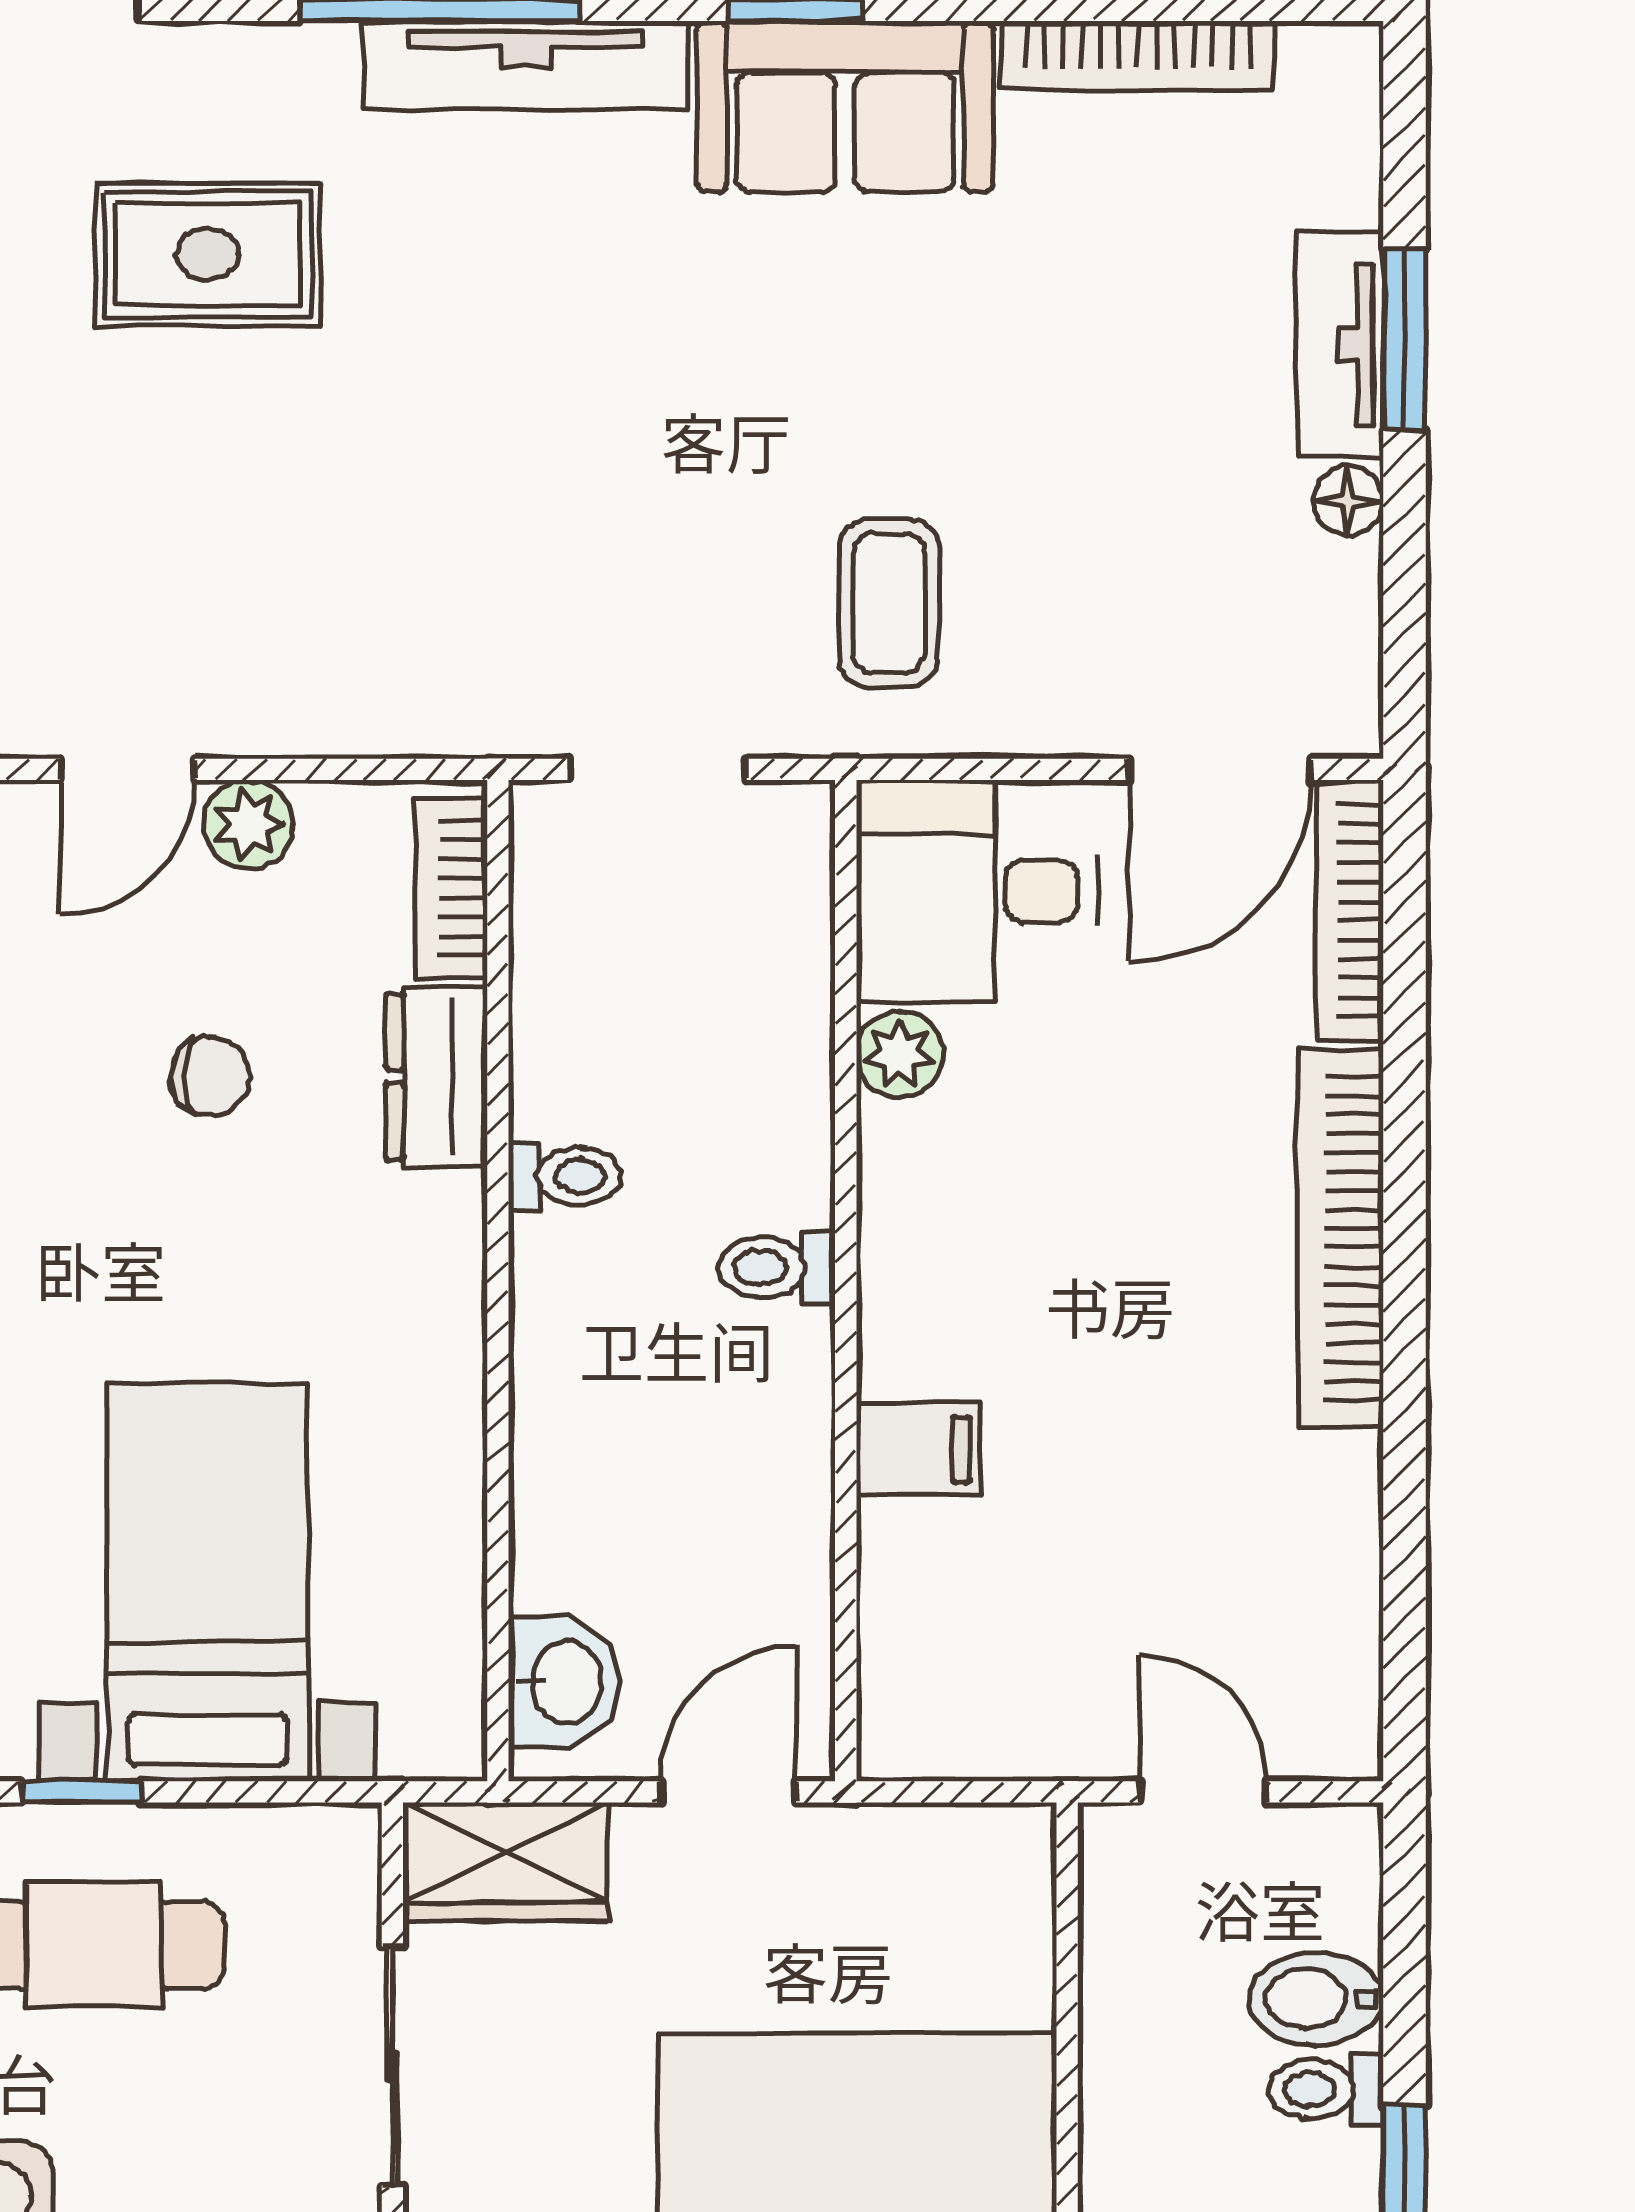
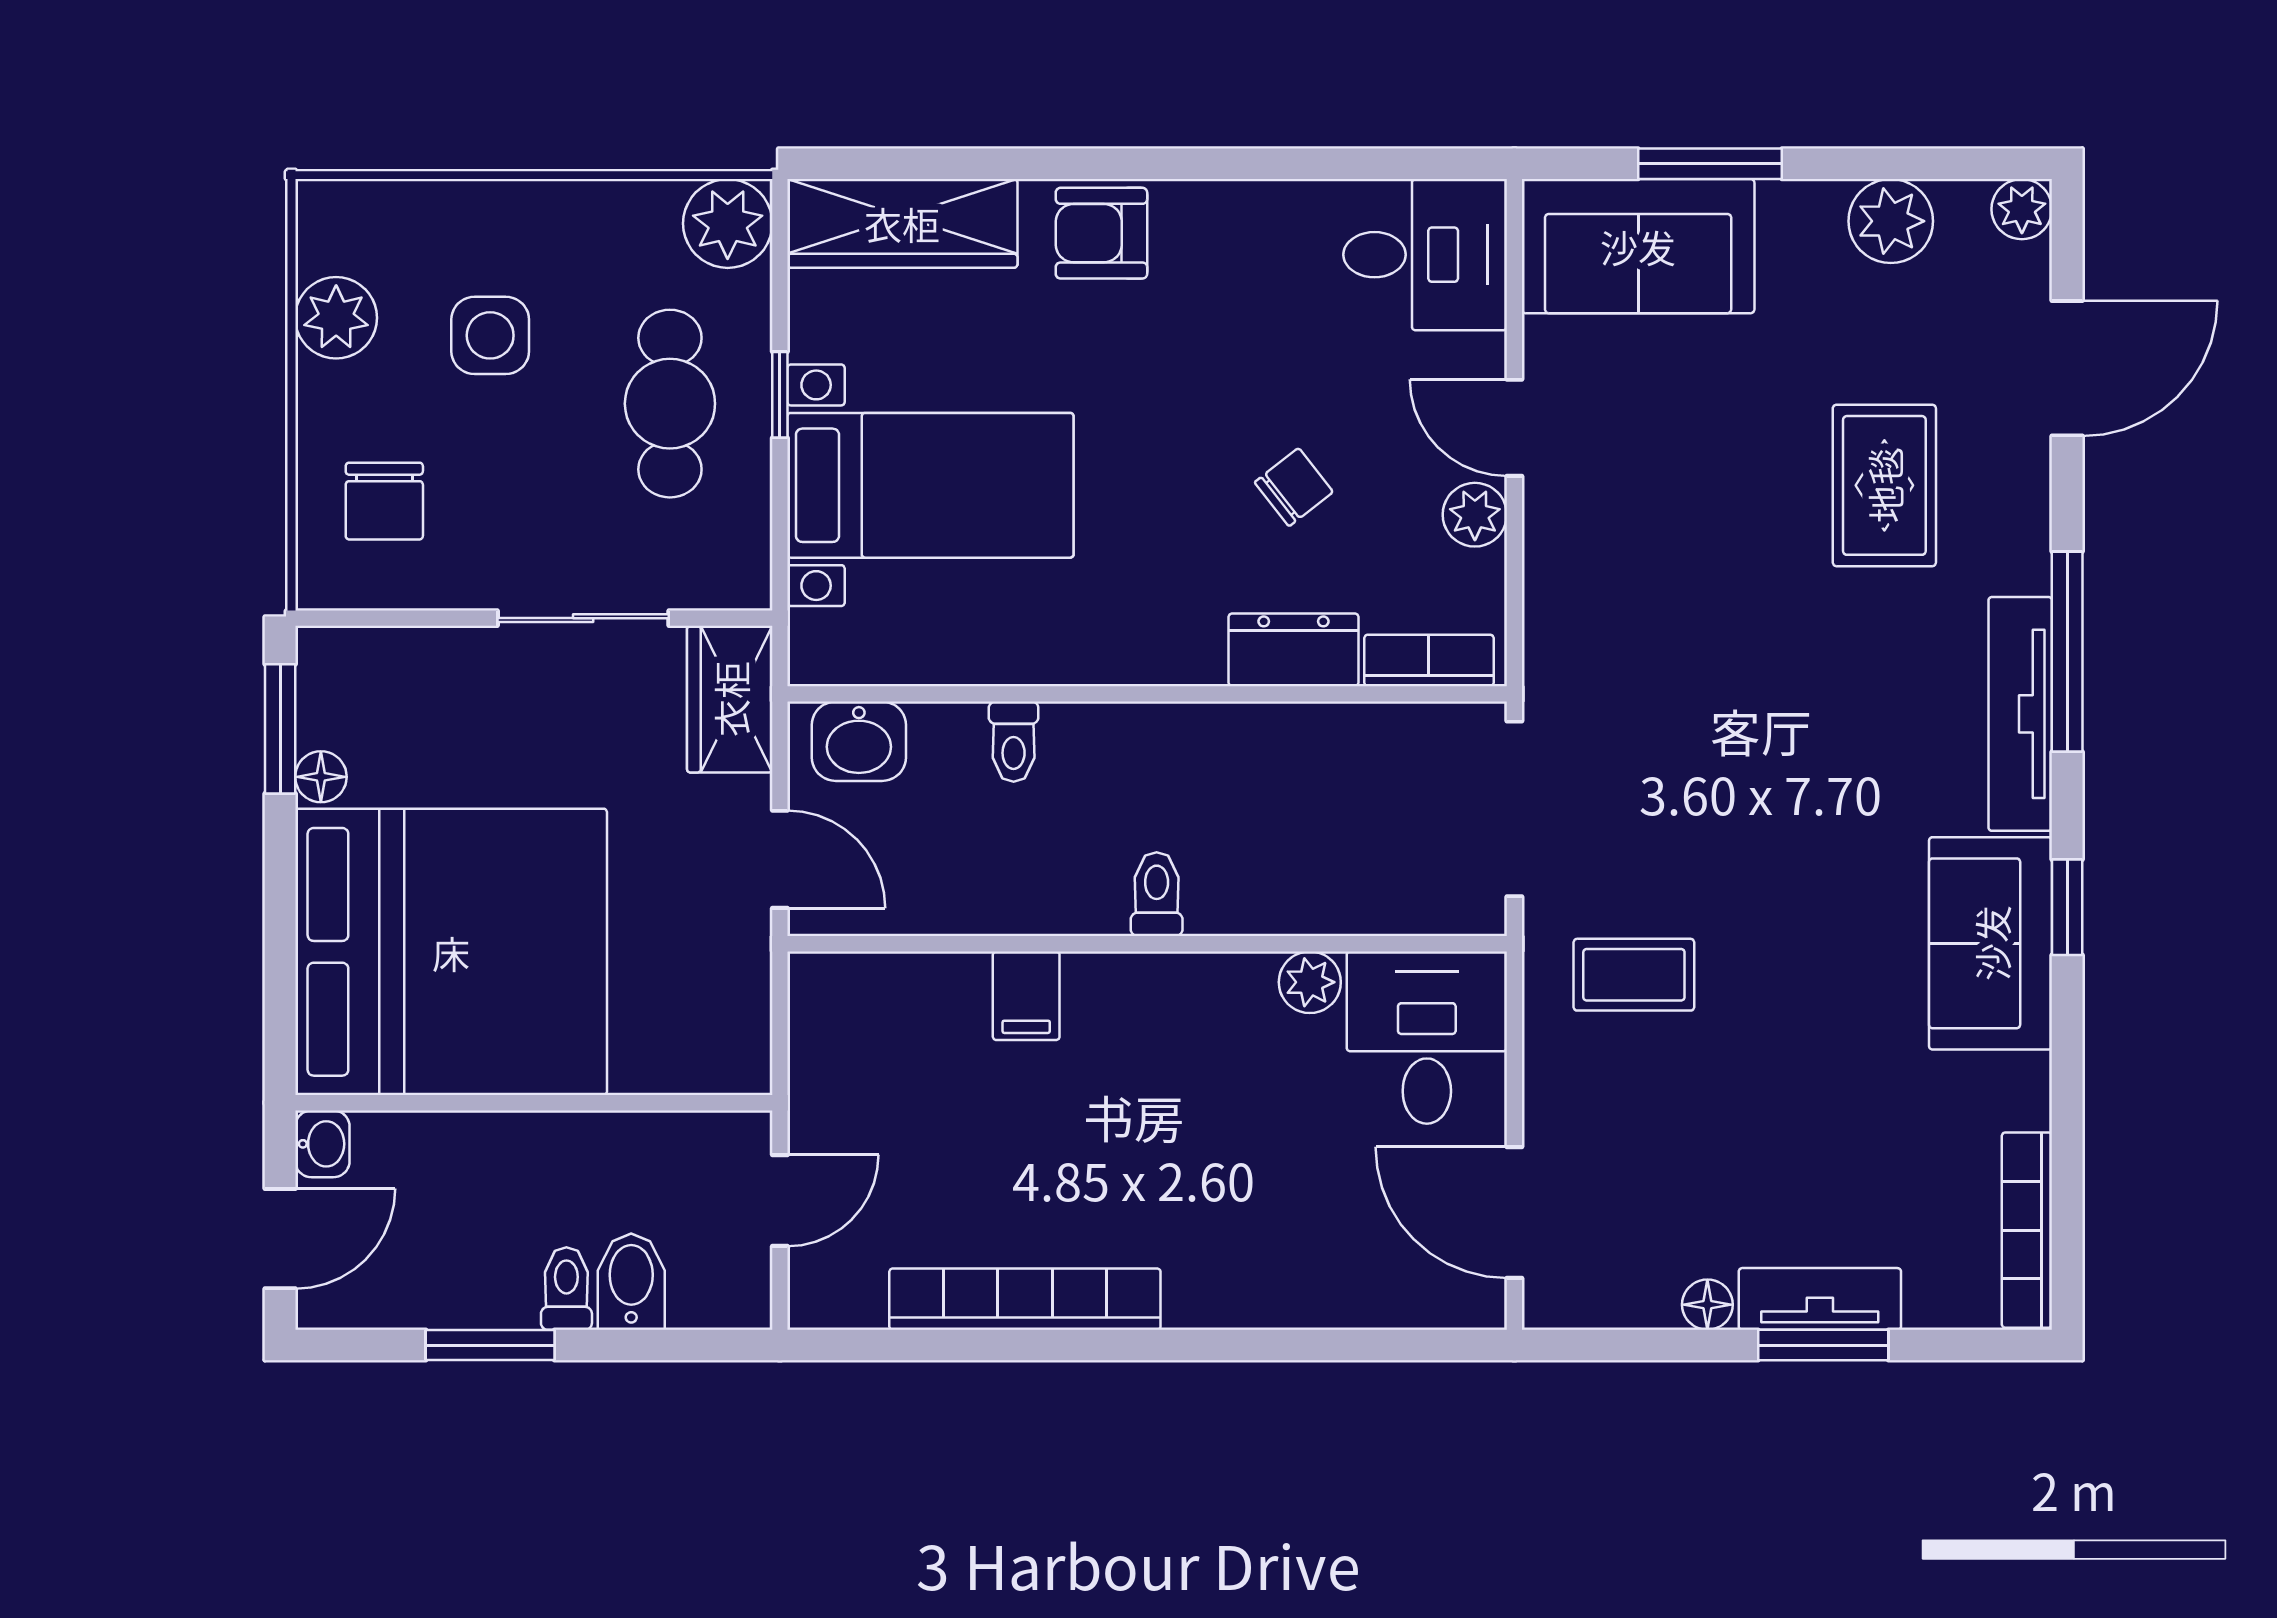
bookcase: (1138, 56) -> (2027, 1230), moved
doorway: (658, 769) -> (1514, 809), width x1.38
bookcase: (1350, 911) -> (1413, 1306), removed
chair: (210, 1076) -> (1294, 487), turned -128
toilet: (564, 1176) -> (1014, 742), moved
bookcase: (1341, 1239) -> (1025, 1299), moved

